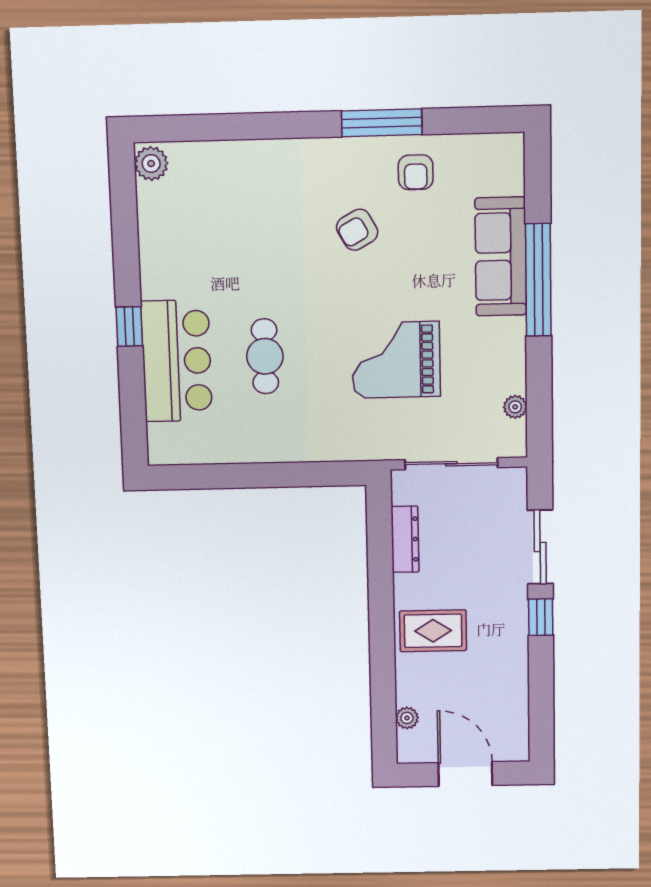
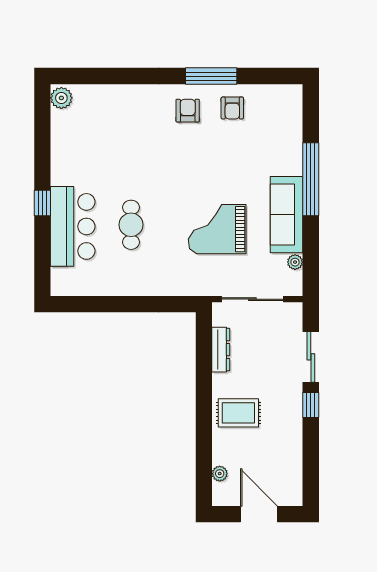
armchair: (357, 230) -> (188, 111), moved, turned 119
sofa: (501, 257) -> (287, 215), moved

